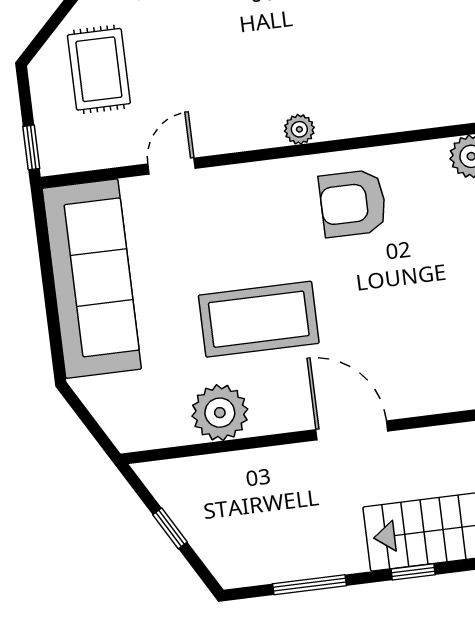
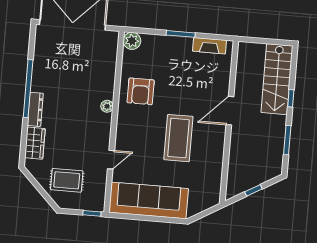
door: (172, 166) -> (111, 160), swing flipped
plant: (220, 413) -> (212, 161), removed

